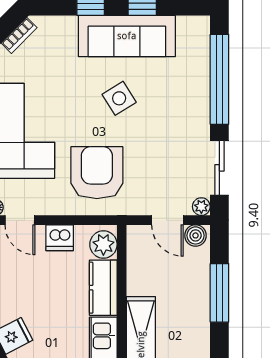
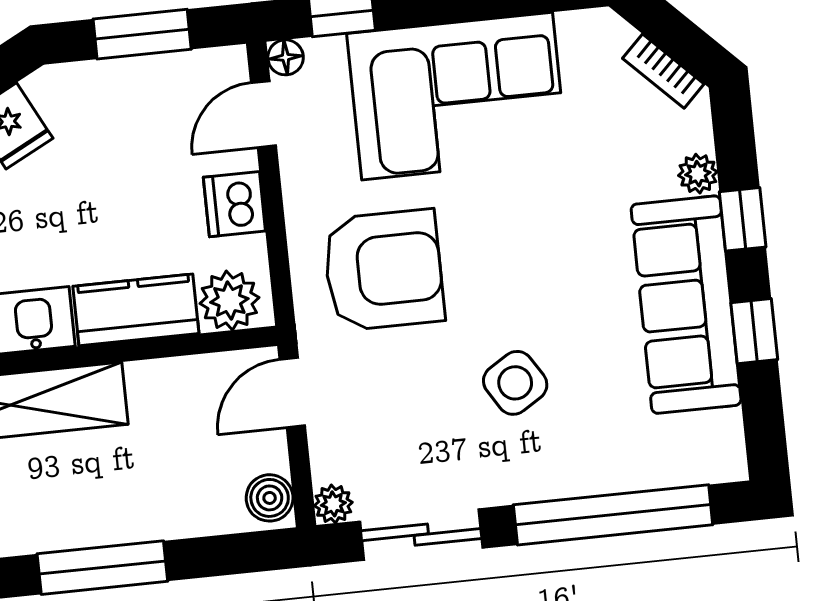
plant: (68, 25) -> (698, 174), added
side table: (119, 98) -> (515, 383), moved
door: (167, 220) -> (292, 393), moved
window: (219, 293) -> (102, 568), moved

